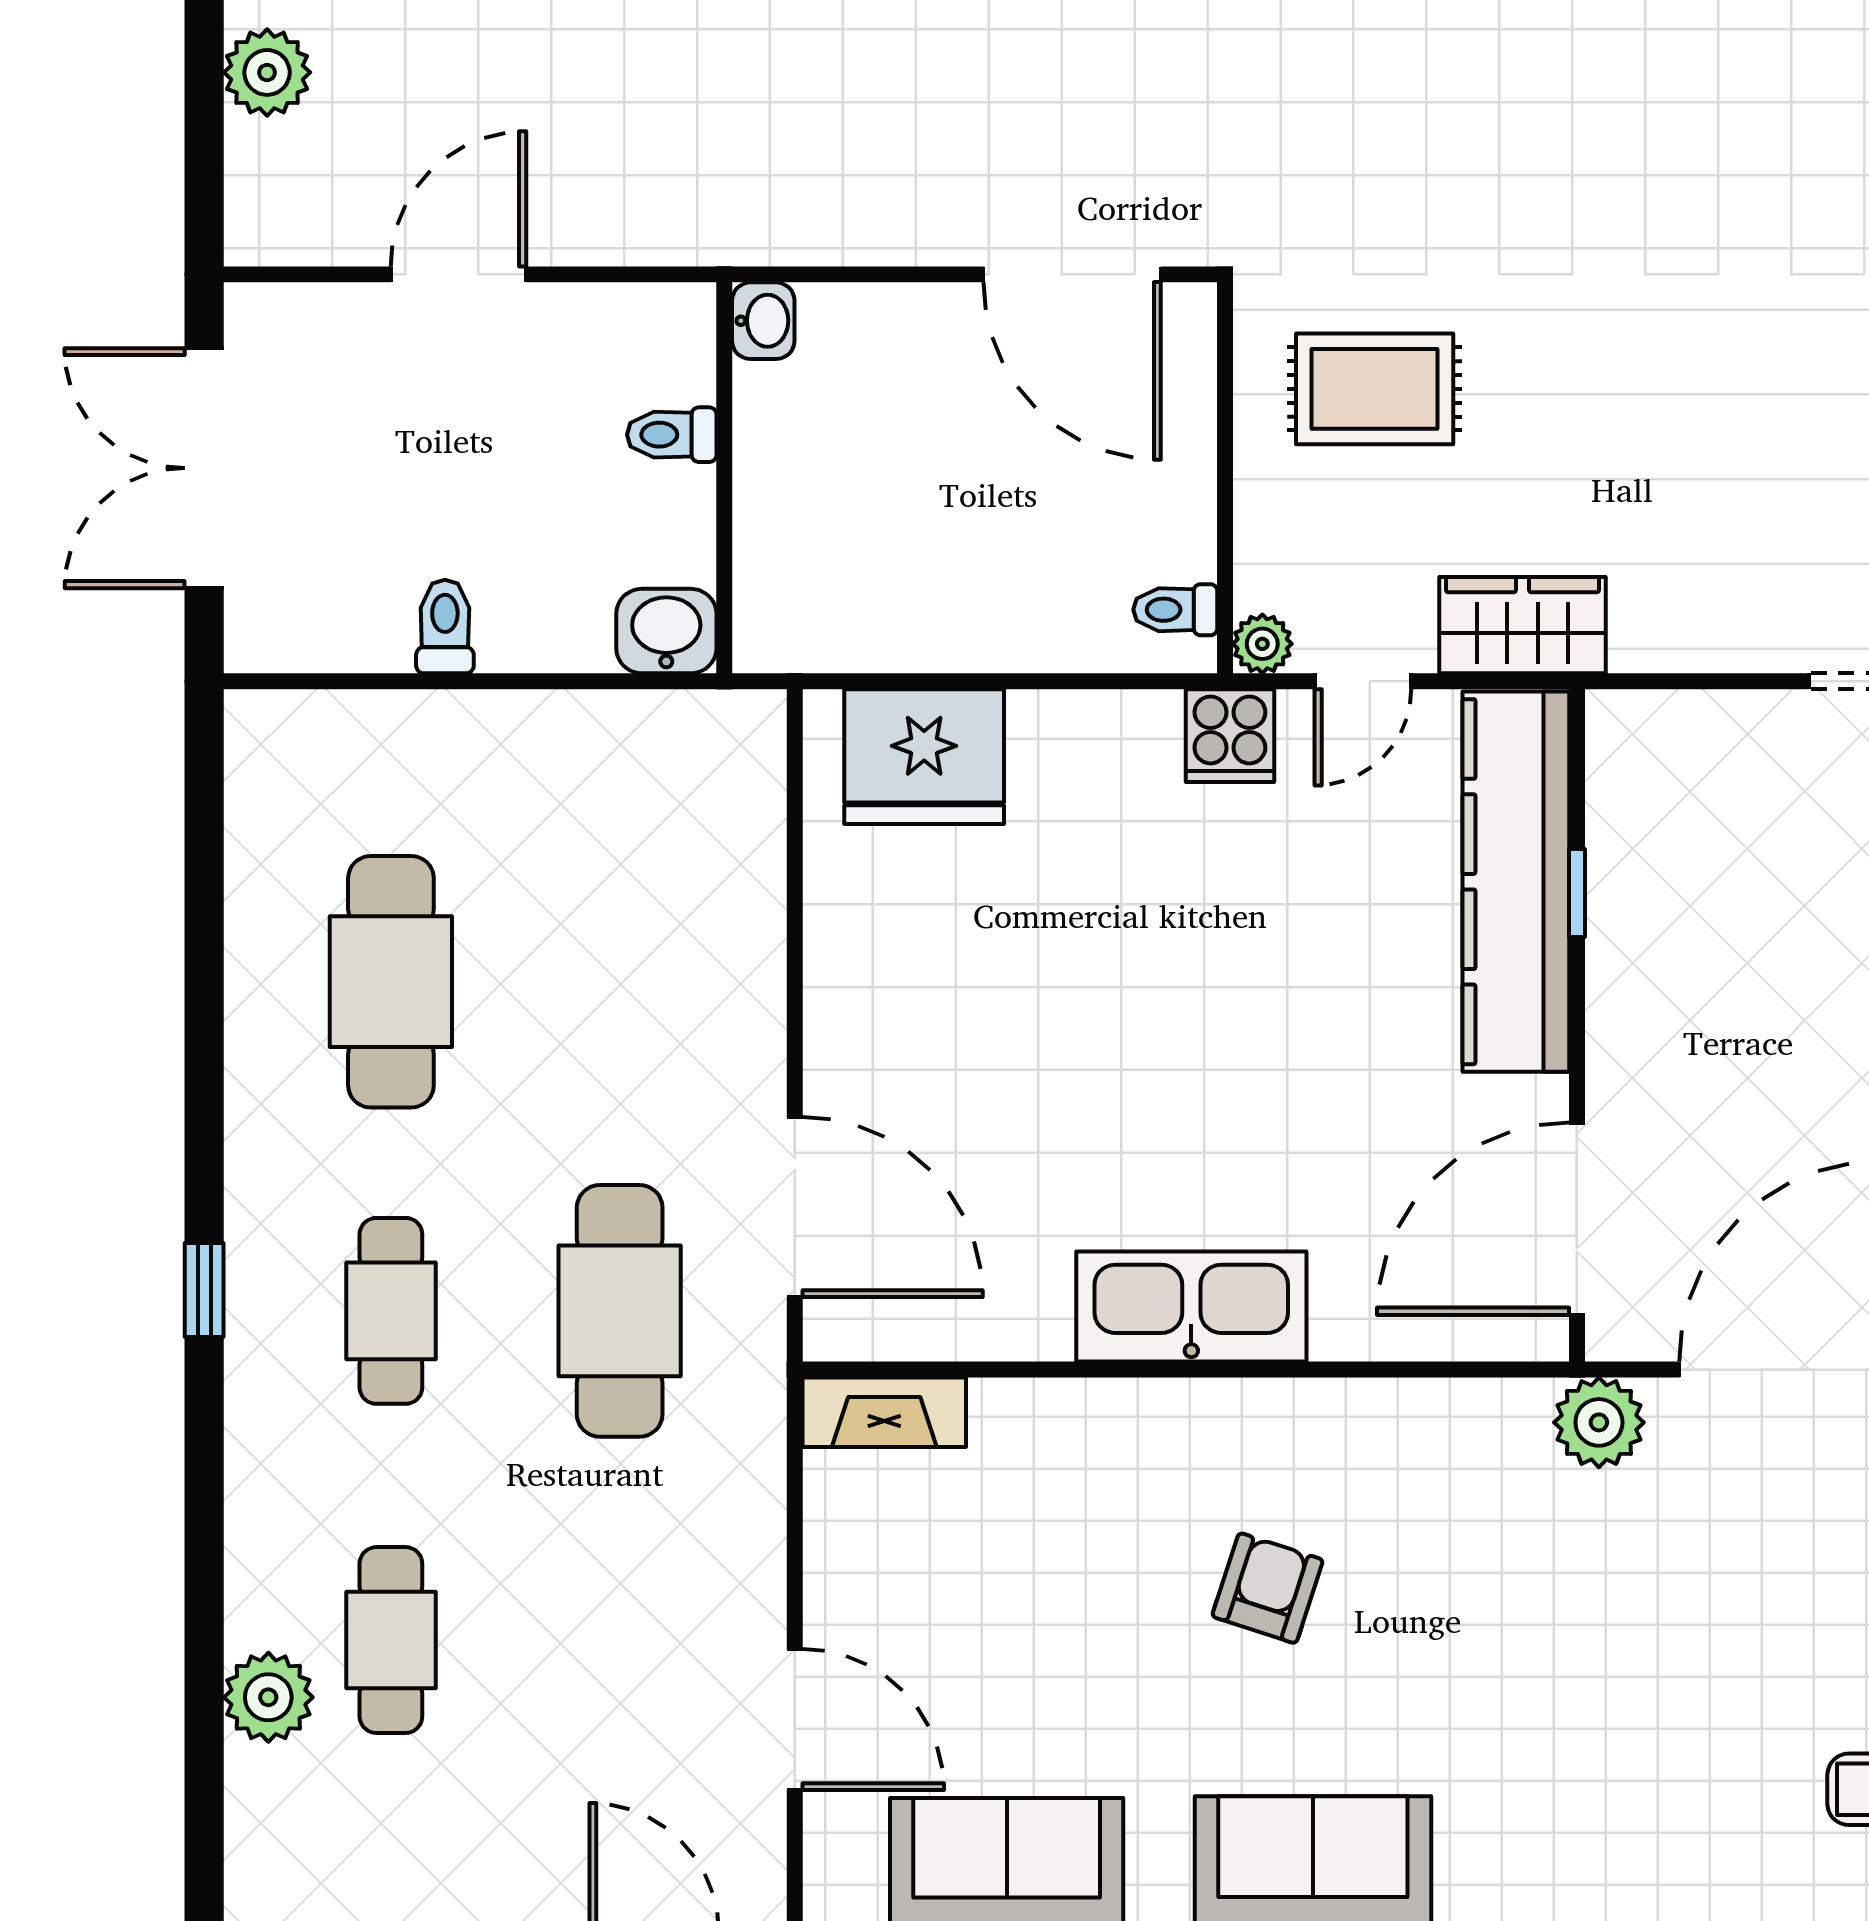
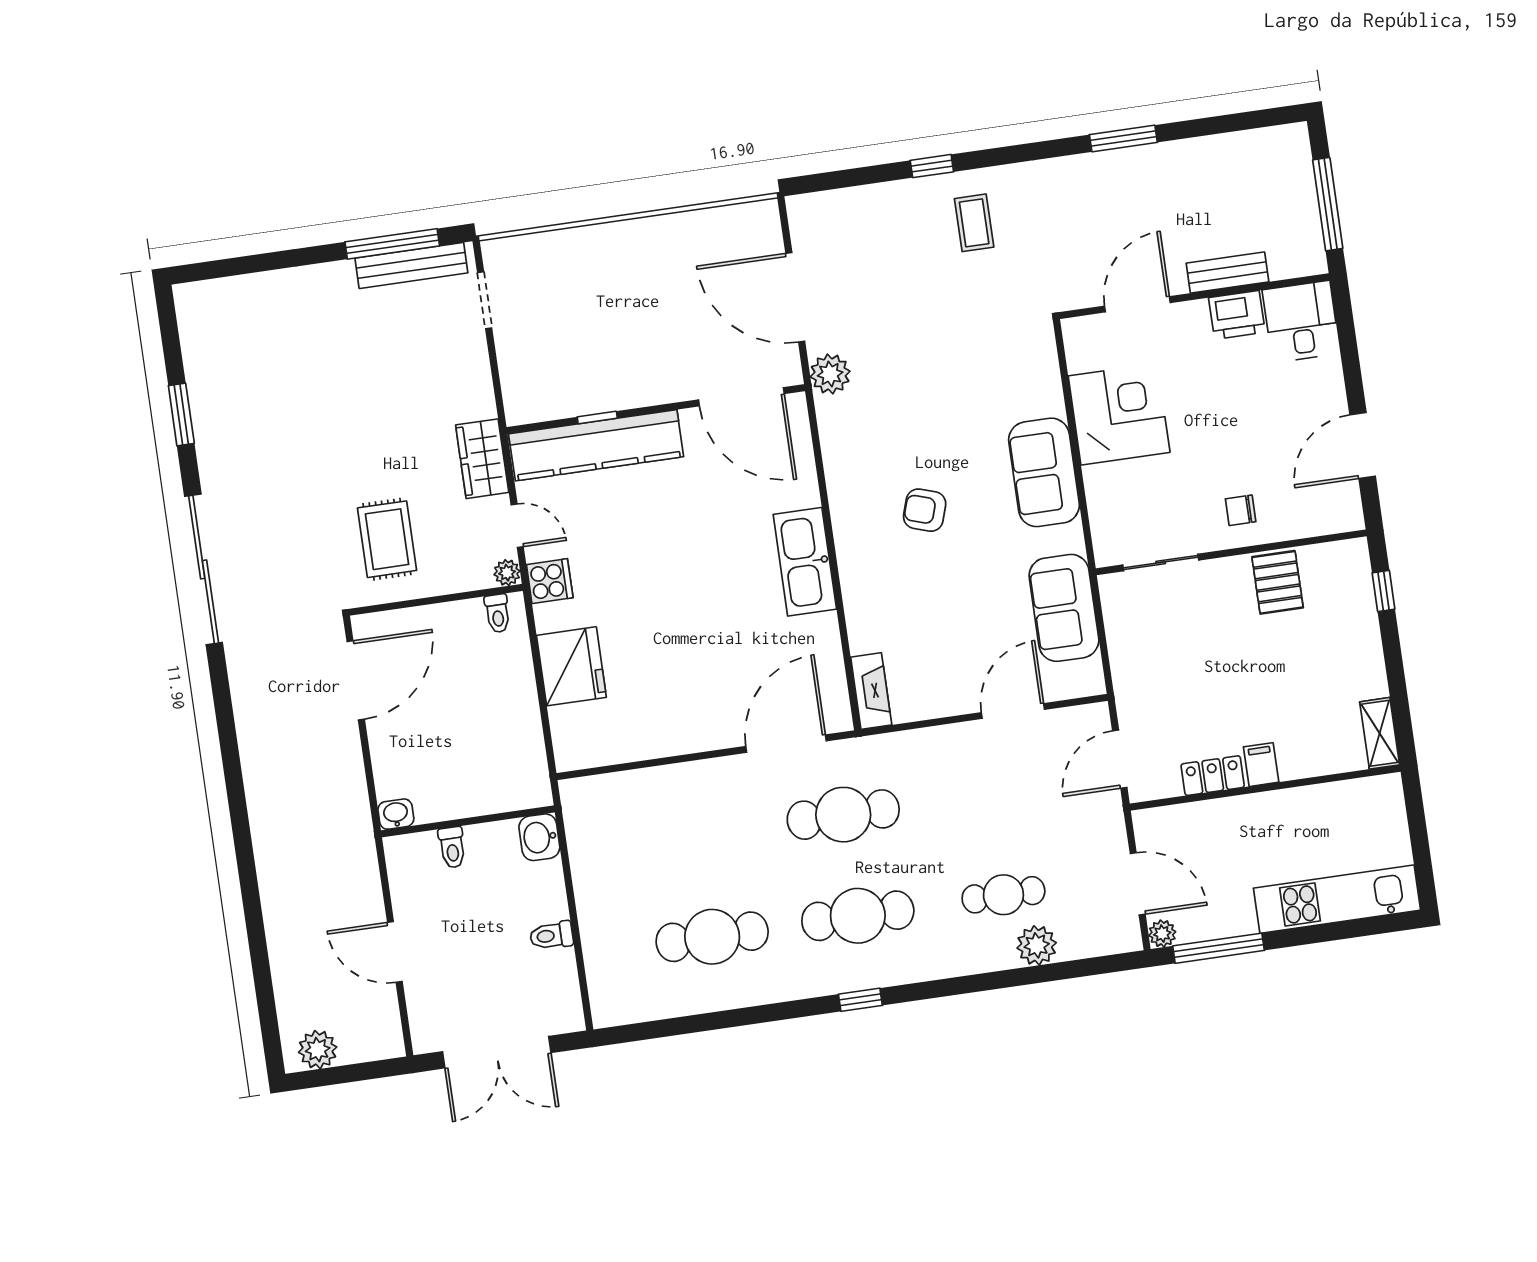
fridge: (924, 757) -> (571, 666), moved
cafe table: (391, 1311) -> (858, 916), width x1.37, depth x1.35

